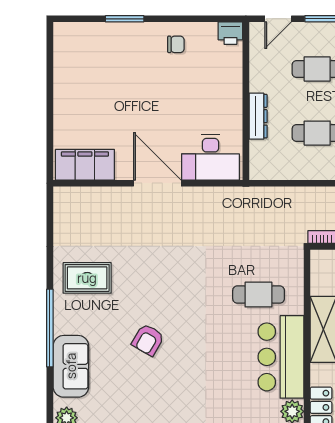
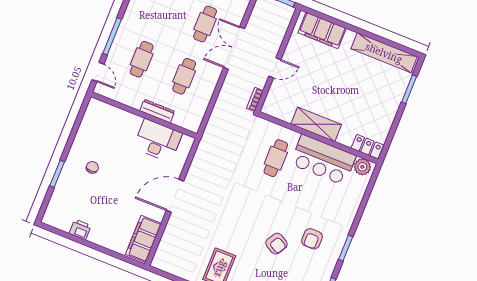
printer: (230, 33) -> (80, 230), moved, turned -90
chair: (176, 44) -> (92, 167), moved
desk: (210, 157) -> (158, 141), moved, turned -90
armchair: (173, 383) -> (312, 239), added

